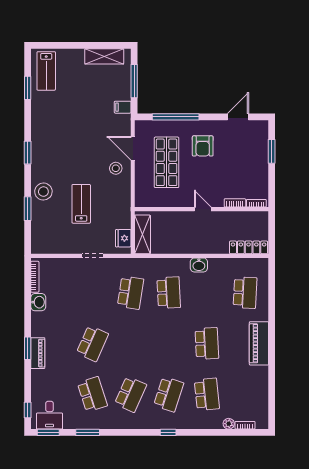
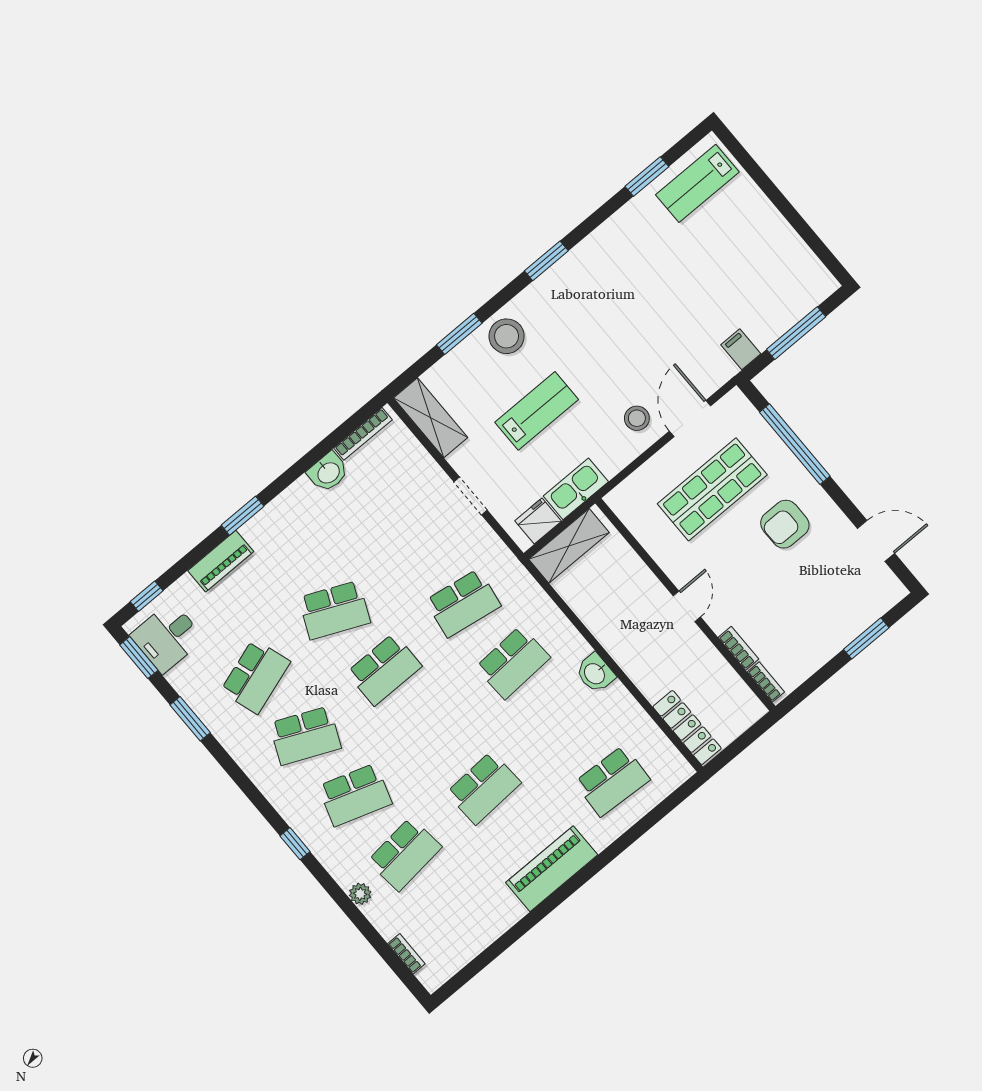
shelving: (104, 56) -> (431, 418), moved
kitchen sink: (123, 214) -> (576, 489), added
school desk: (131, 343) -> (384, 669), added
piano: (38, 353) -> (221, 561), moved
plant: (229, 424) -> (360, 894), moved

